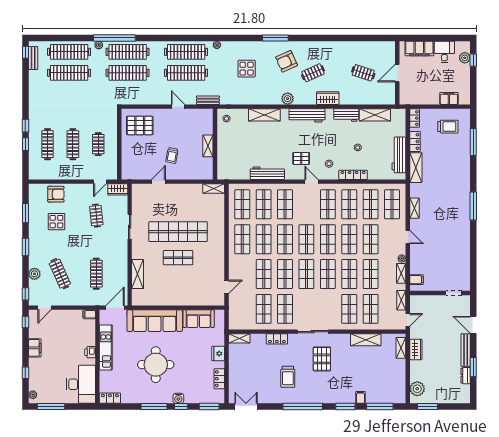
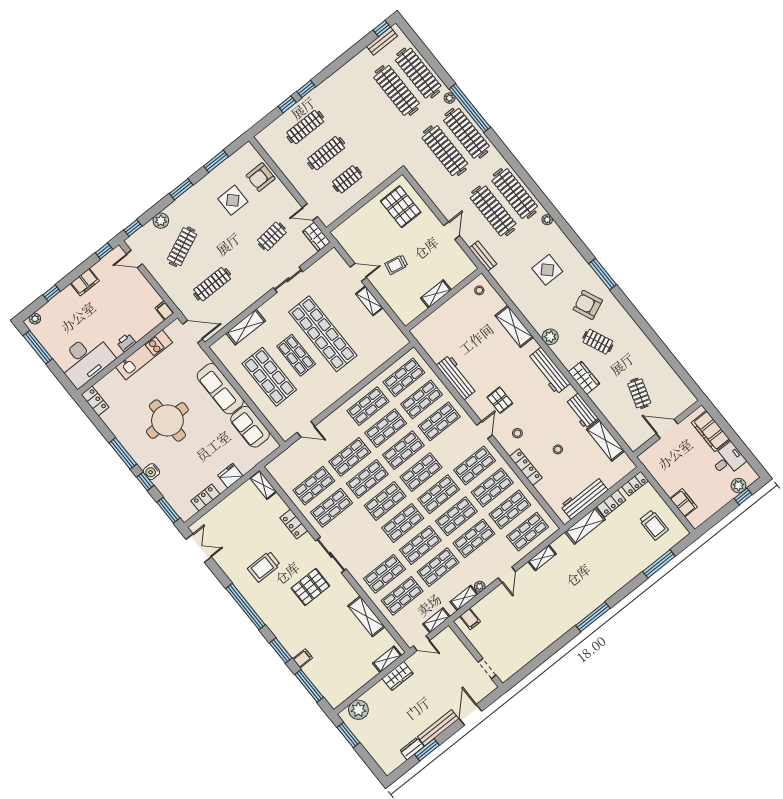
shelving: (214, 189) -> (369, 301), moved
armchair: (56, 194) -> (261, 177), turned 90
shop shelf: (178, 284) -> (269, 377), added
sofa: (155, 321) -> (220, 389), width x0.74, depth x0.79

